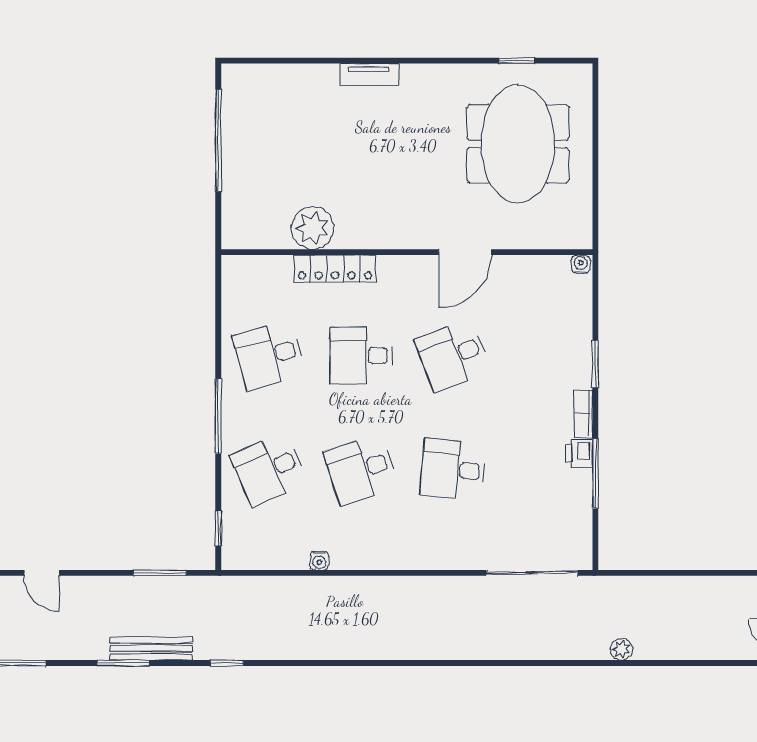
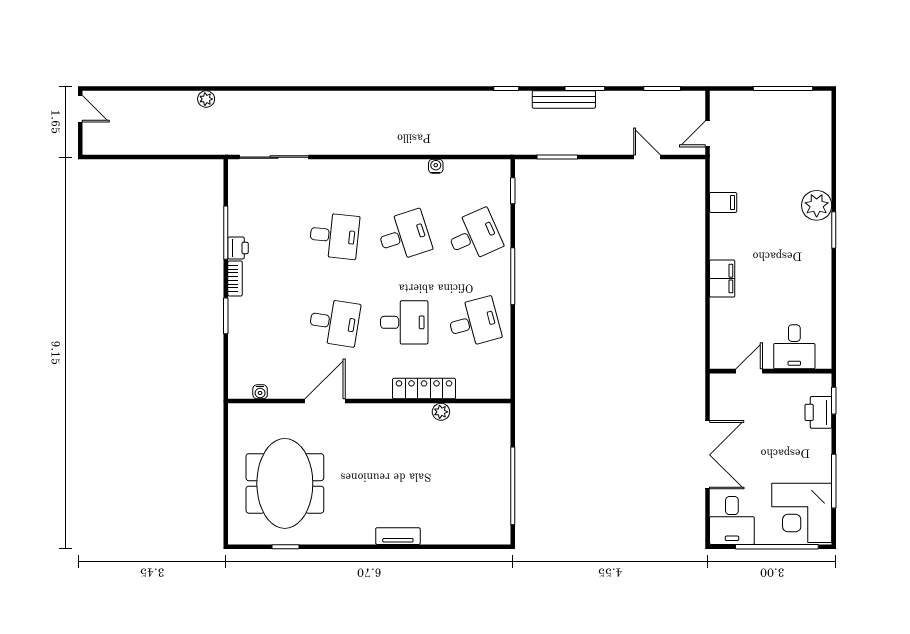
plant: (313, 228) -> (441, 412), width x0.53, depth x0.53
water cooler: (581, 264) -> (260, 392), moved
desk: (453, 356) -> (334, 322), turned 30

